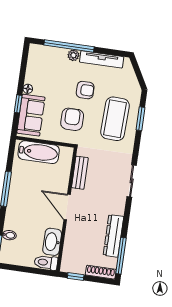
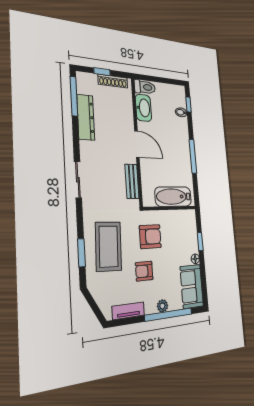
tv unit: (102, 59) -> (128, 311), width x0.71
sofa: (31, 115) -> (192, 286), moved
armchair: (72, 119) -> (150, 237), turned -90
shoe rack: (101, 272) -> (113, 81), moved
window: (76, 277) -> (102, 72), moved

